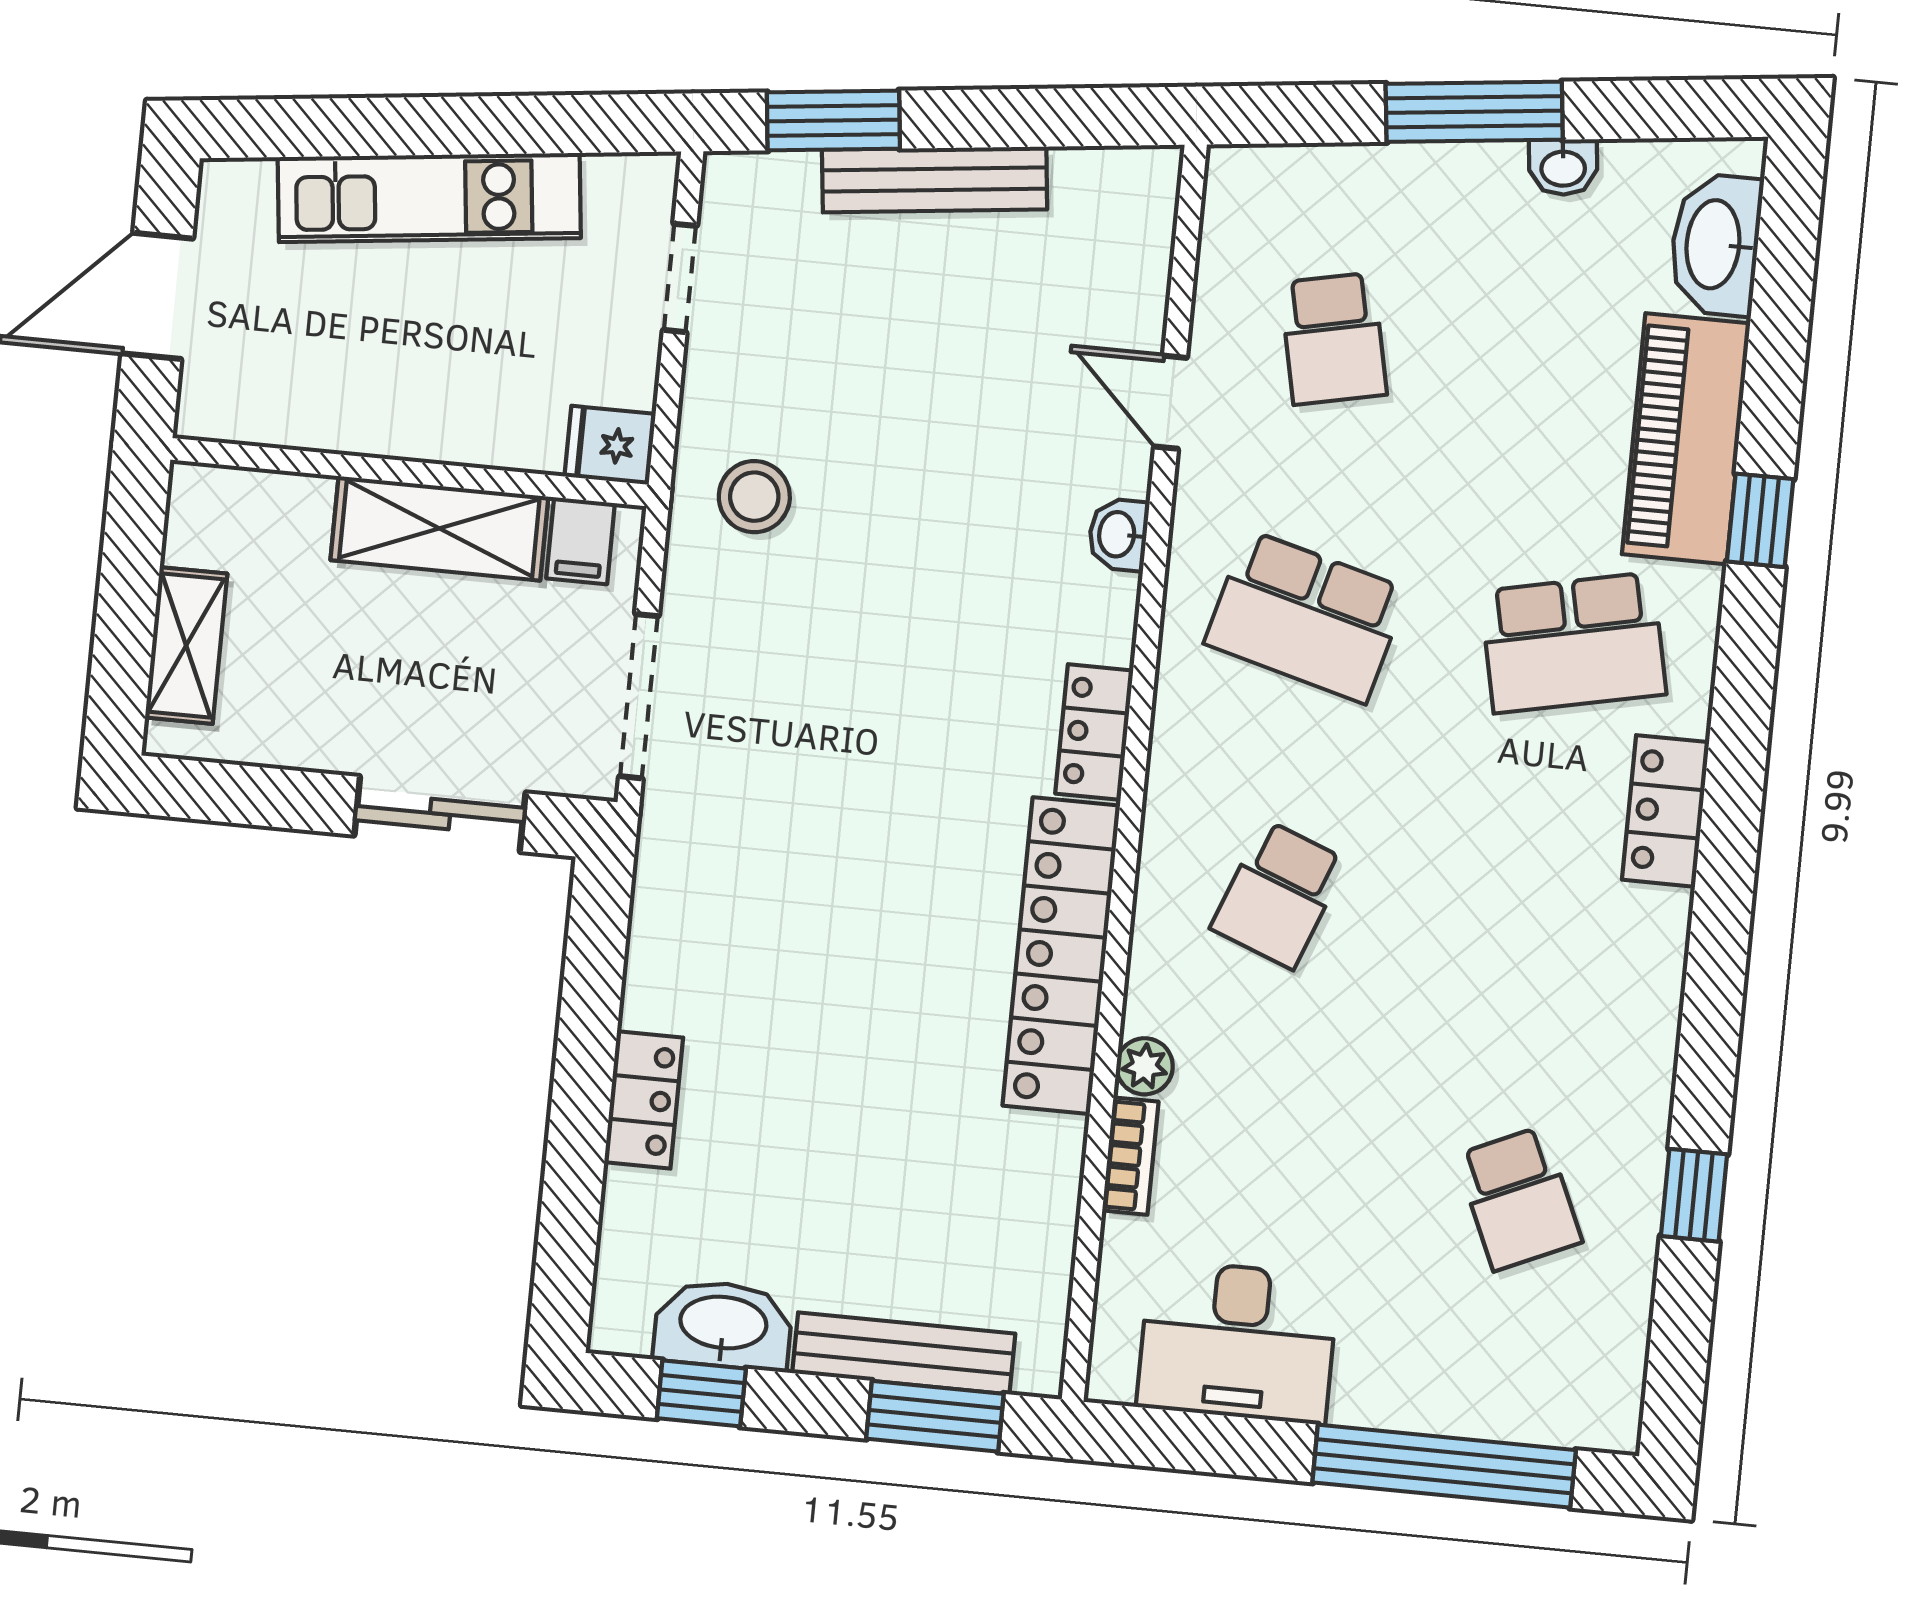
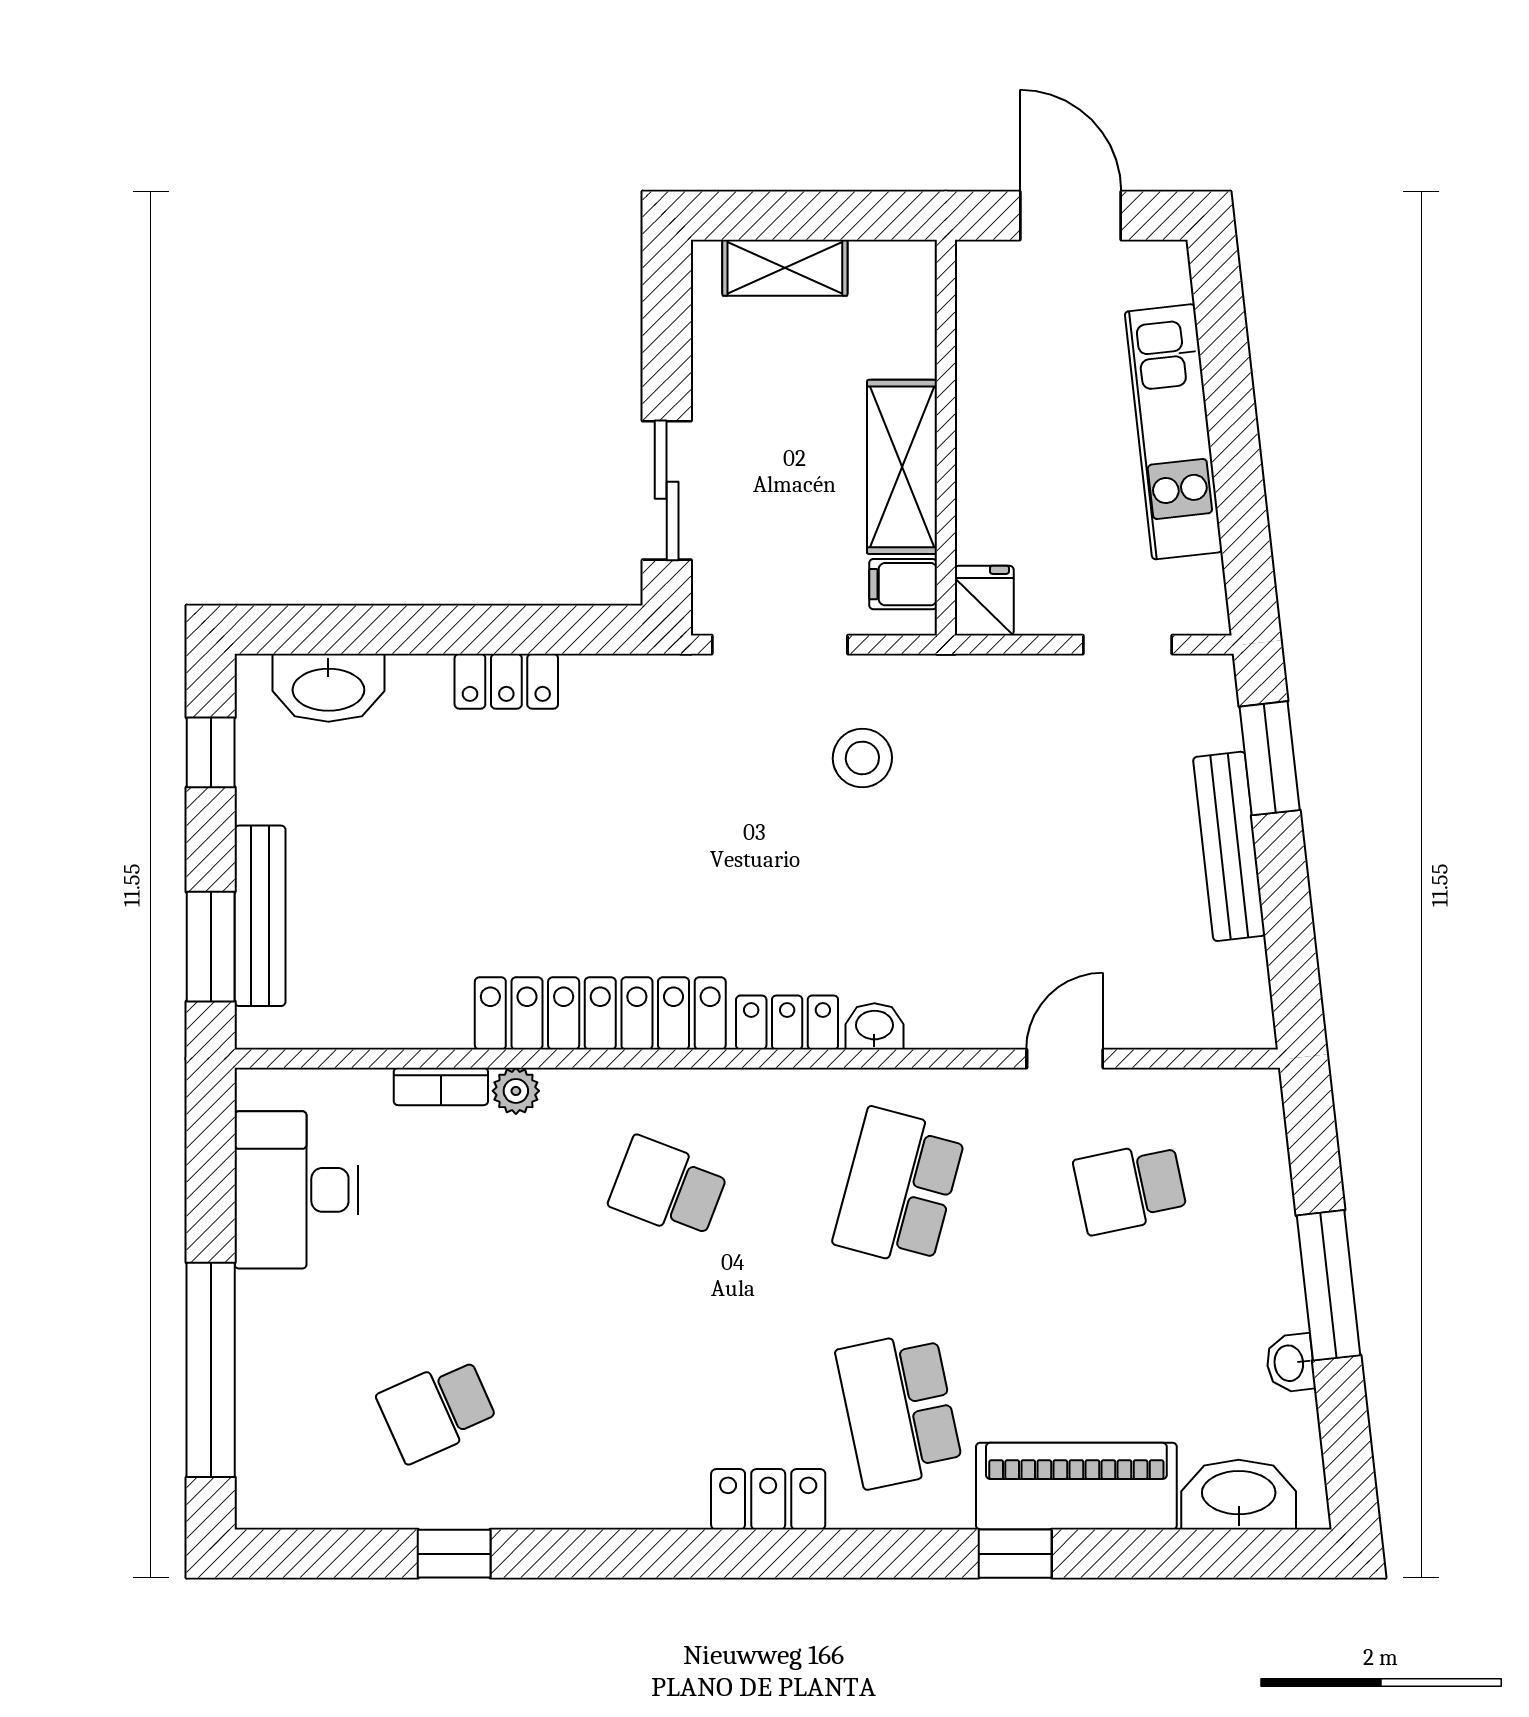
stool: (754, 497) -> (862, 758), moved
washbasin: (1118, 534) -> (874, 1026), moved
locker: (644, 1100) -> (506, 681), moved
washbasin: (723, 1325) -> (328, 688), moved, turned 90

